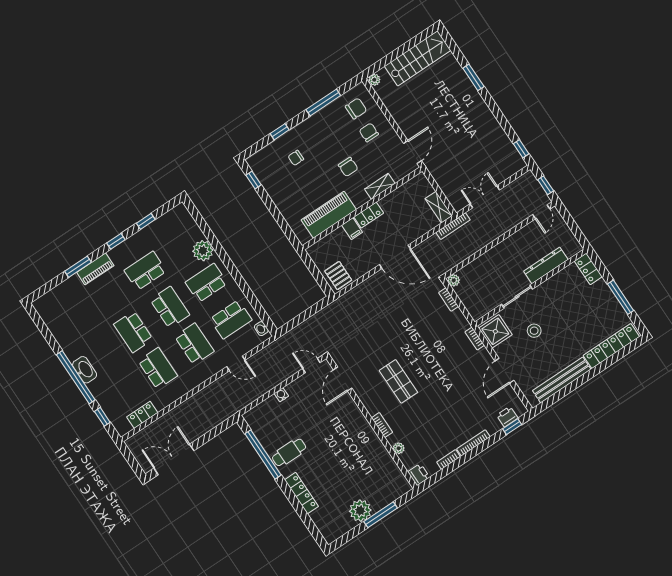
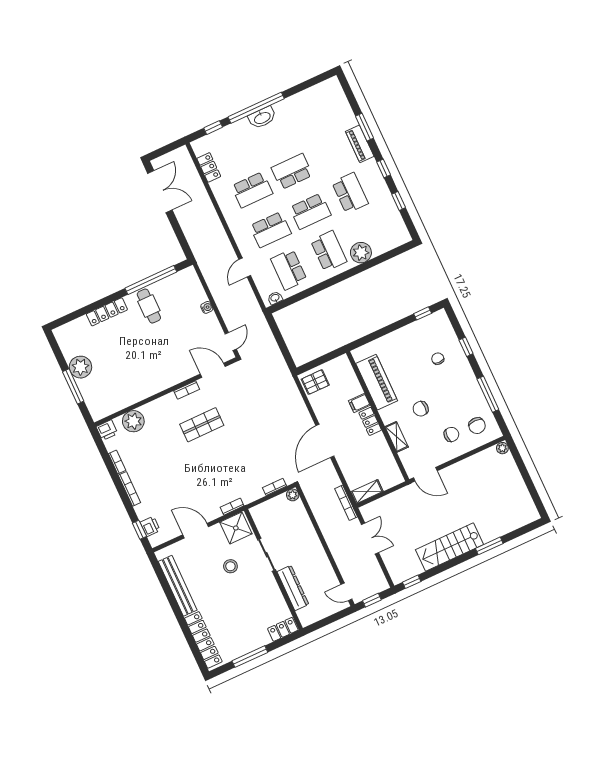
stairs: (418, 58) -> (449, 547), moved, turned 90
bookcase: (382, 425) -> (187, 390), moved
plant: (399, 448) -> (133, 421), width x1.88, depth x1.88

